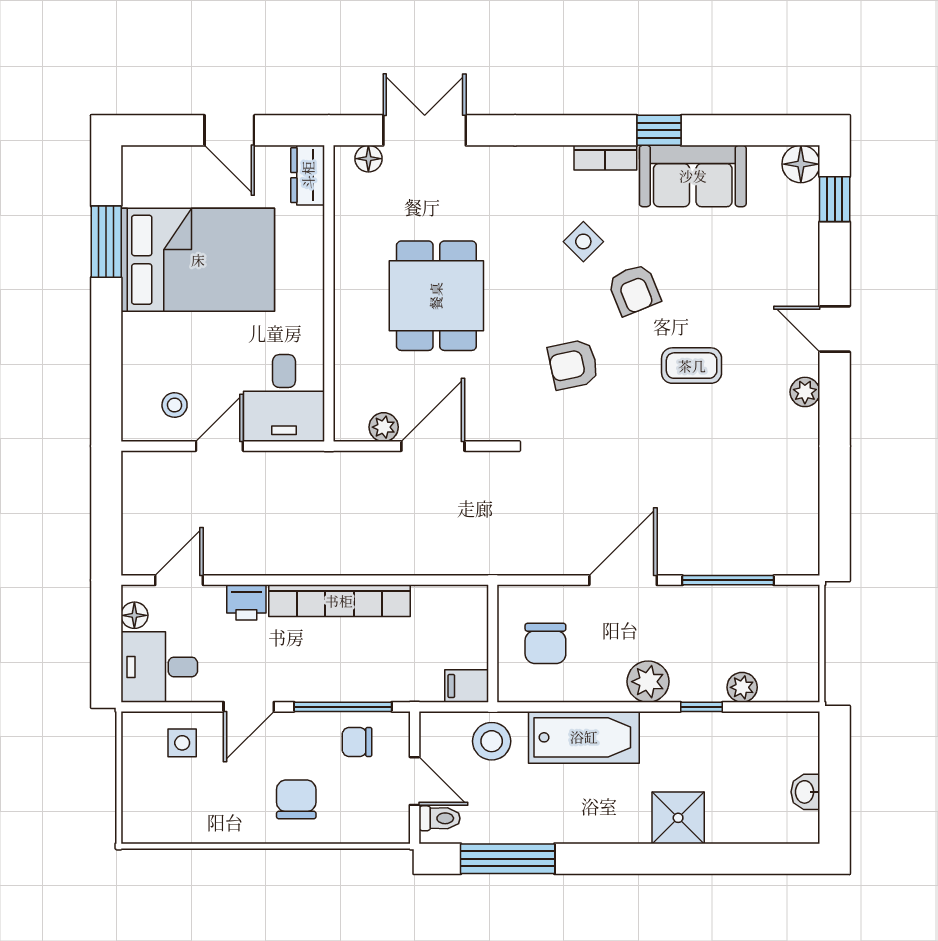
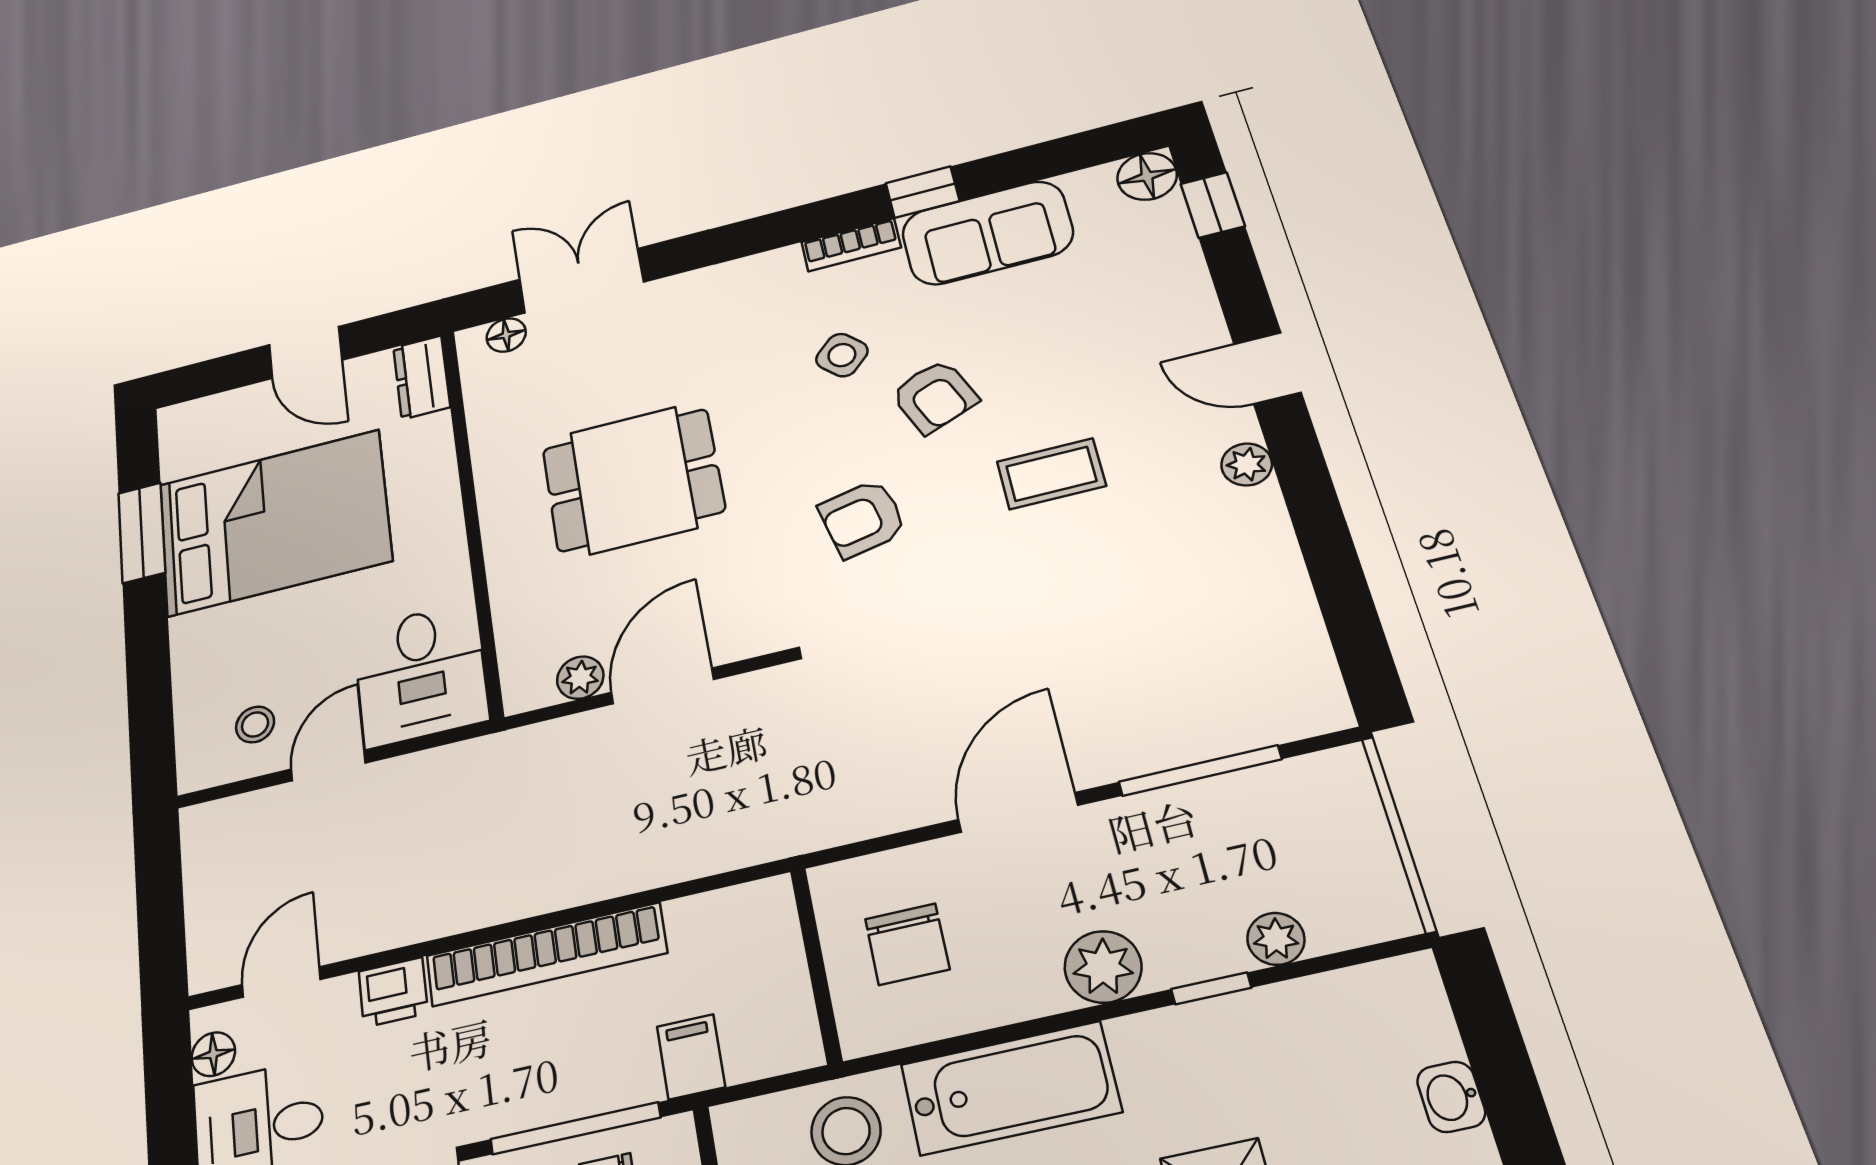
dining table: (436, 296) -> (633, 480), turned 90
filing cabinet: (467, 686) -> (691, 1057), moved, turned 90

